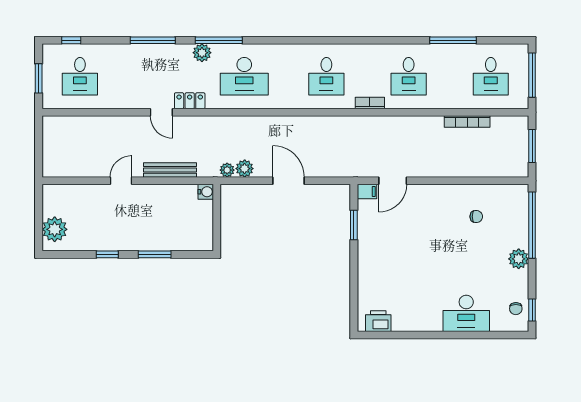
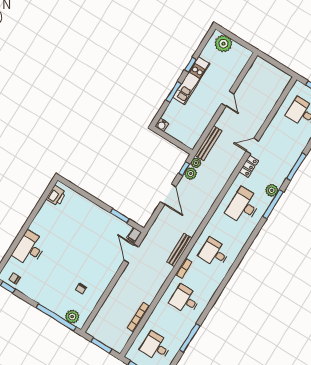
bench: (350, 123) -> (179, 250), added
bench: (170, 170) -> (208, 143), moved
window: (244, 181) -> (184, 169), added
door: (288, 181) -> (168, 194), hinge flipped
water cooler: (206, 192) -> (162, 125), moved
kitchen unit: (126, 241) -> (191, 80), added
plant: (519, 259) -> (72, 317), moved

